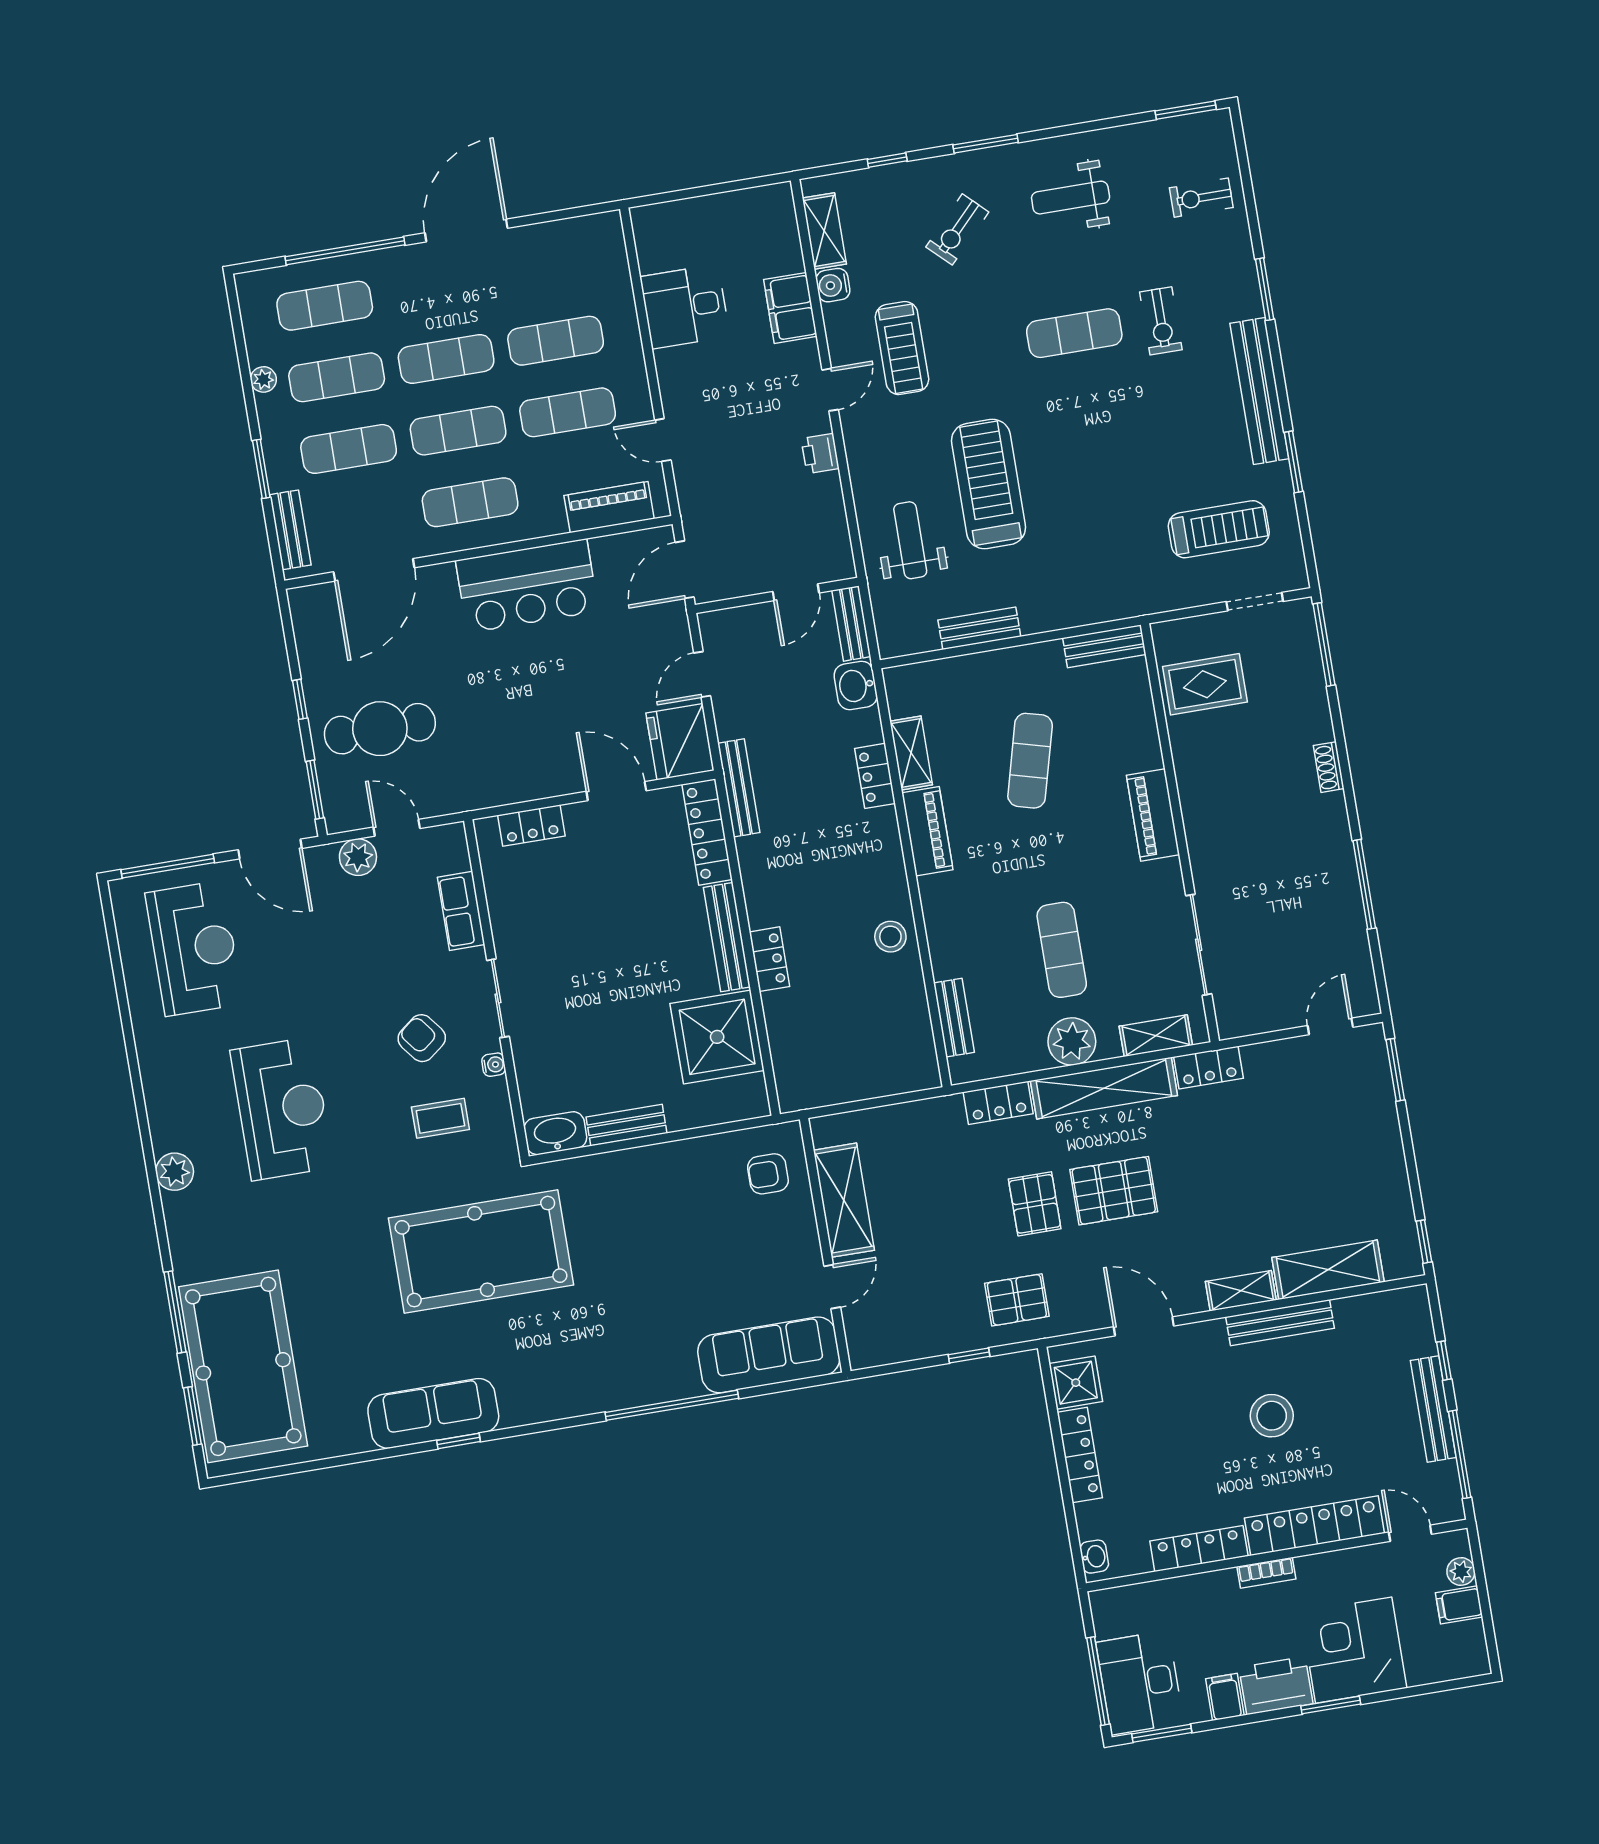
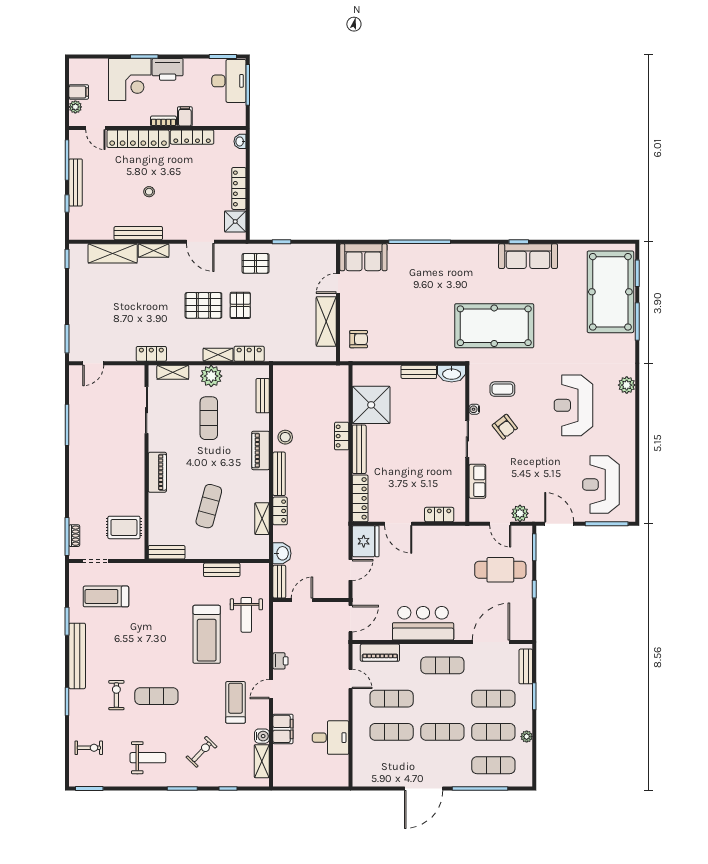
exercise mat: (458, 431) -> (442, 699), removed
shoe rack: (1329, 767) -> (74, 536), moved
bench: (739, 788) -> (279, 474), moved
piano: (927, 831) -> (261, 450), moved
shelving: (1104, 1088) -> (218, 355), width x0.45, depth x0.75
sofa: (769, 1355) -> (363, 257), width x0.73
stool: (1272, 1416) -> (149, 192), width x0.53, depth x0.53
filing cabinet: (1225, 1697) -> (185, 116), moved, turned 180

